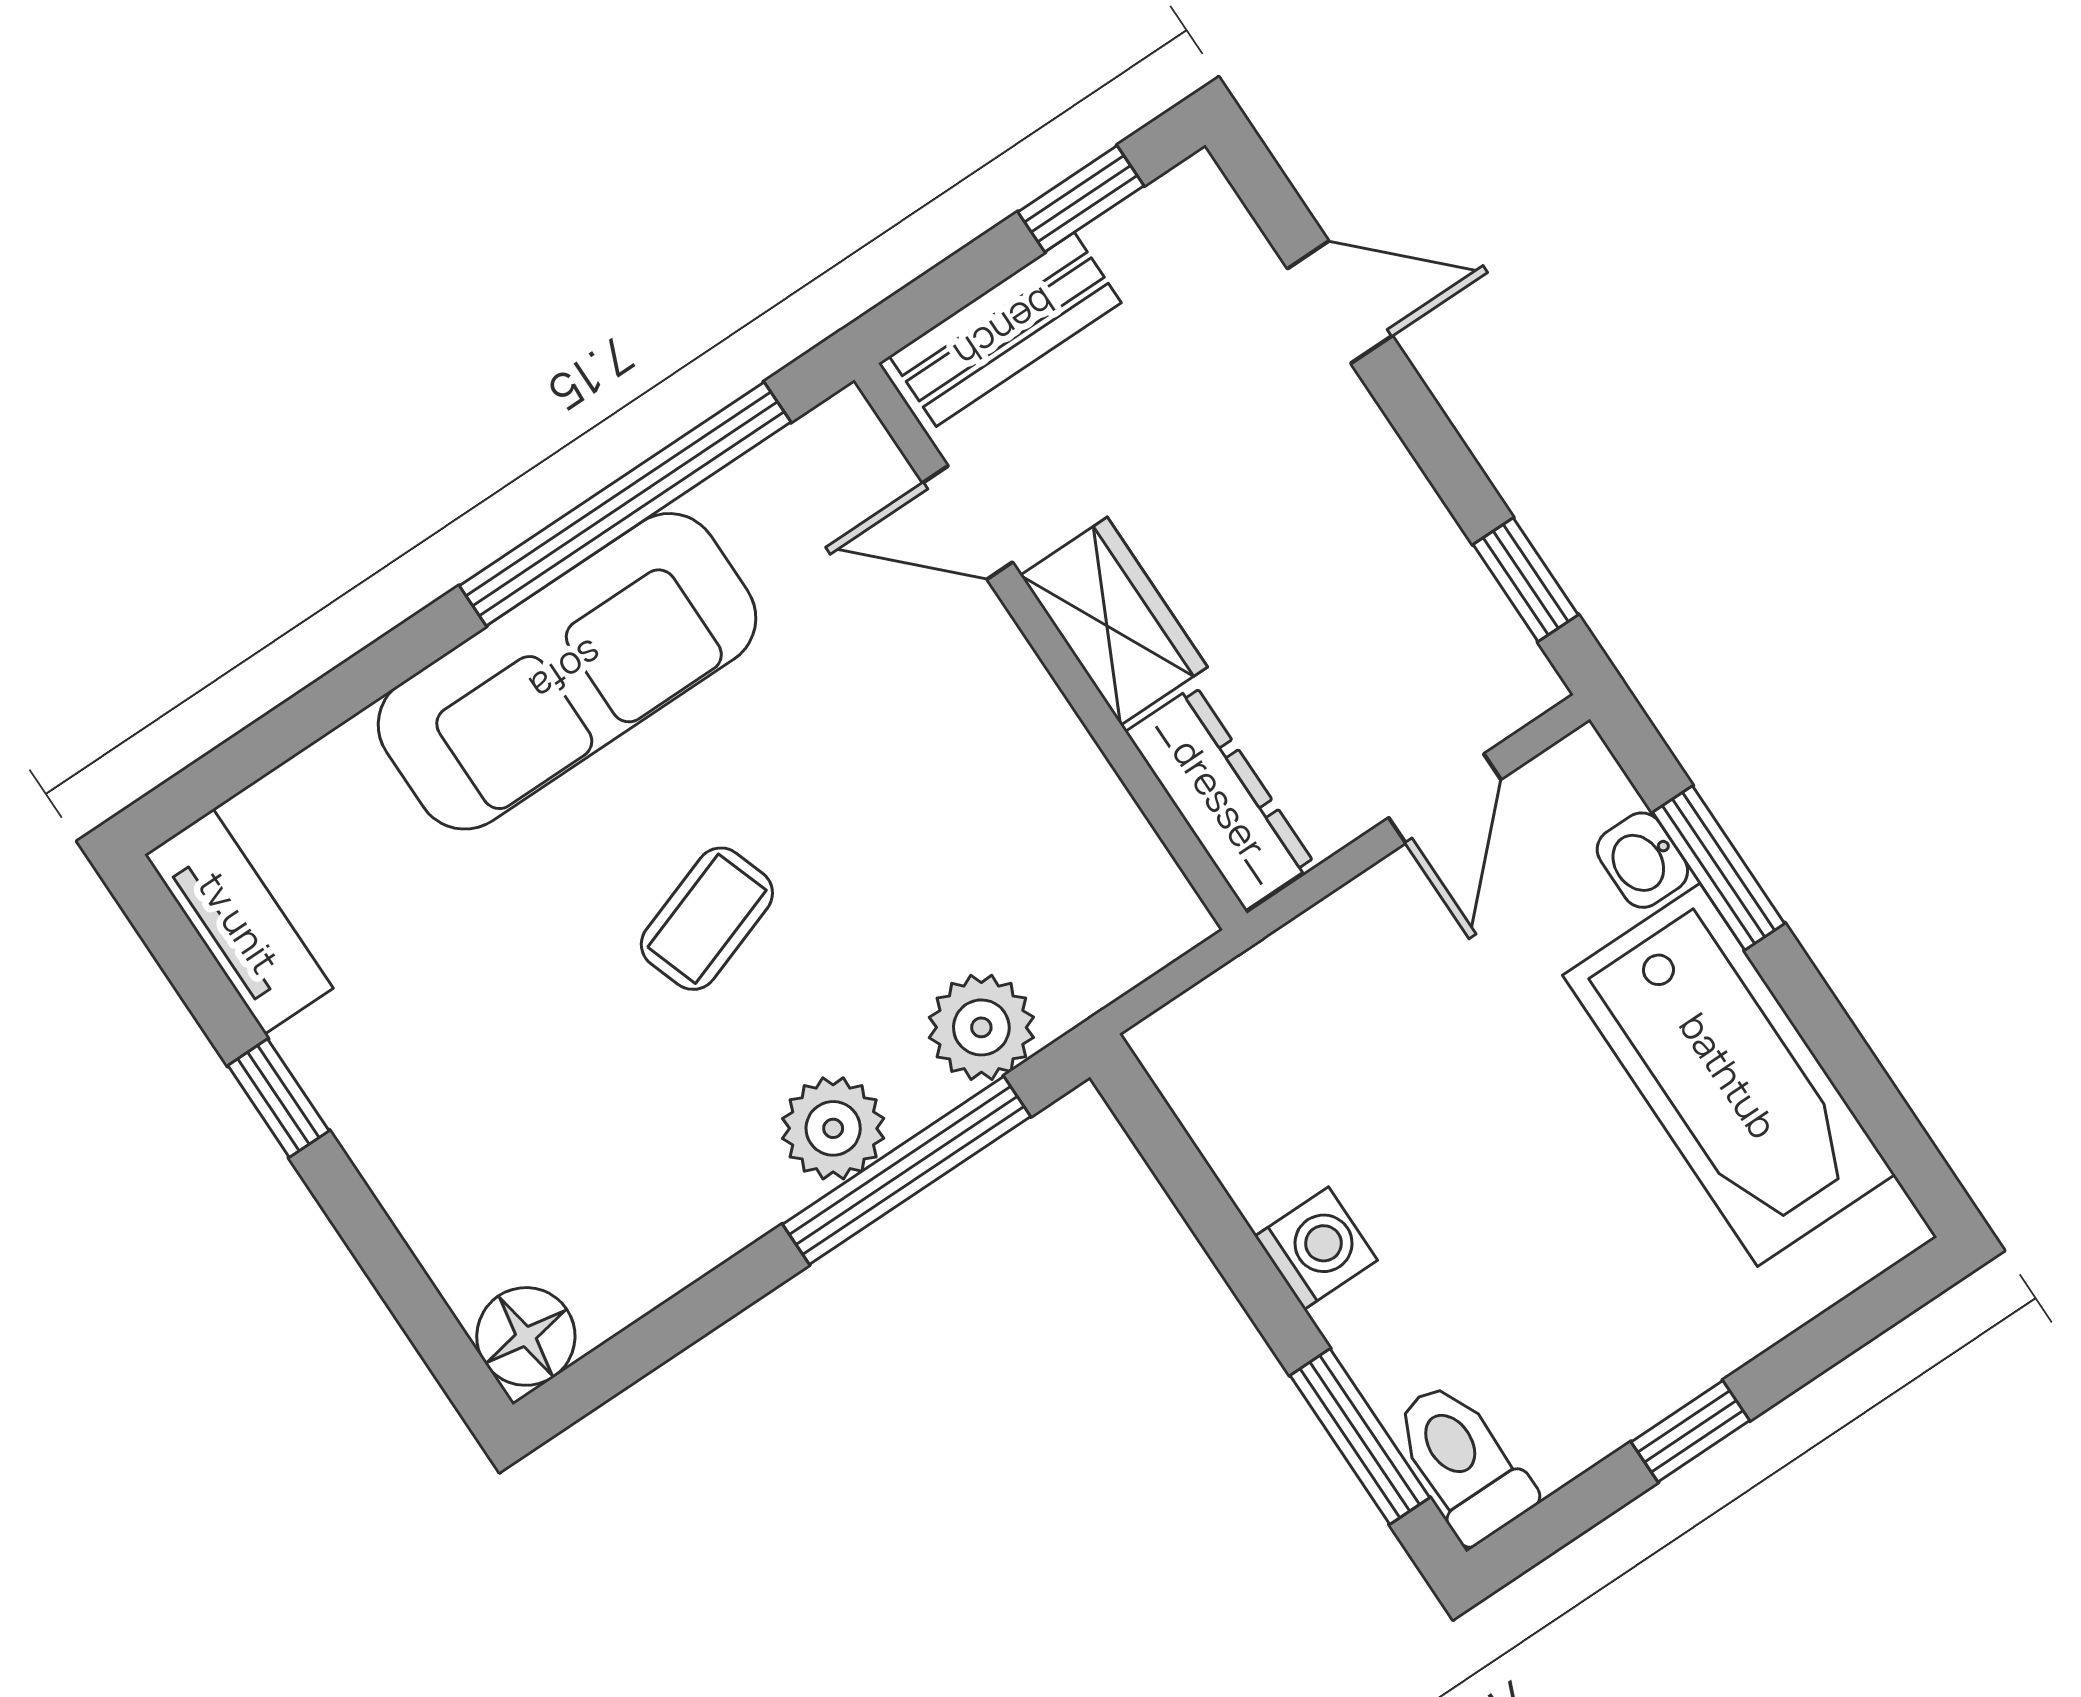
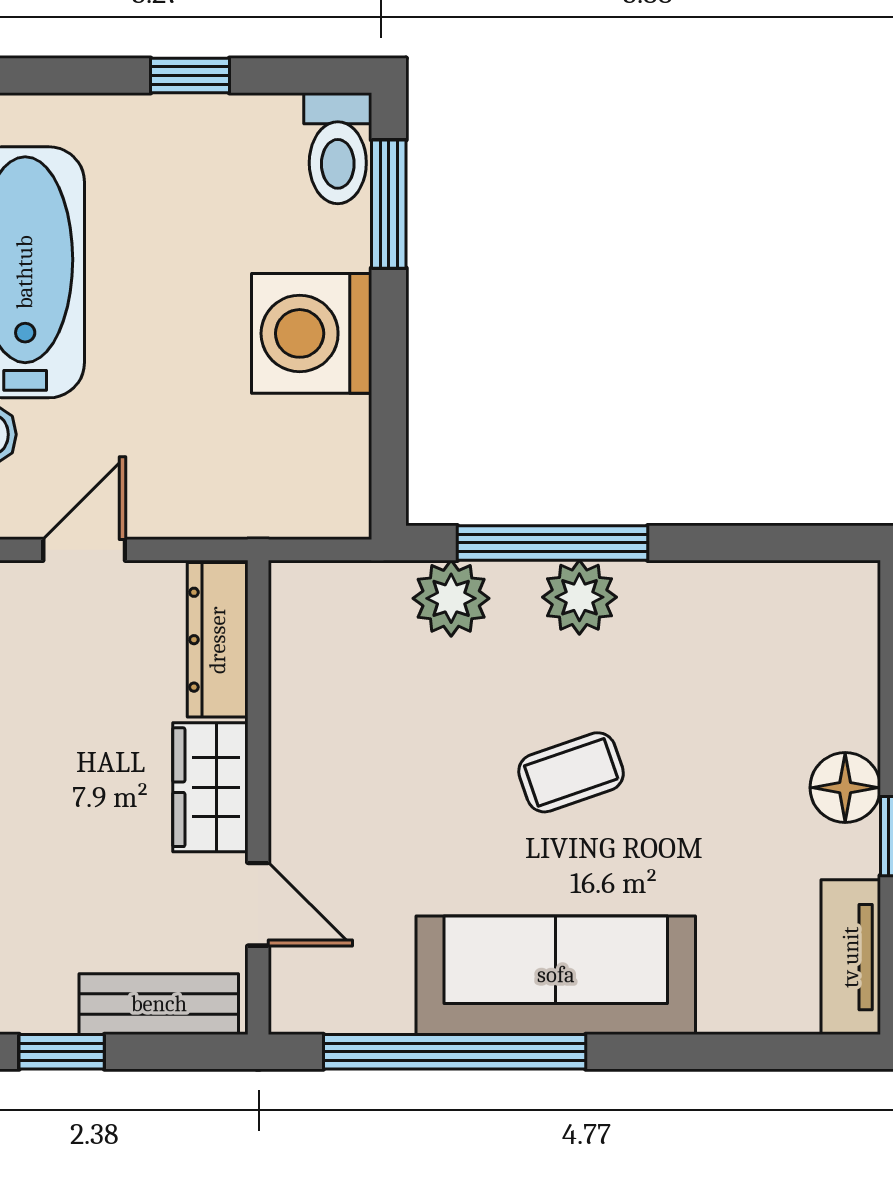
washing machine: (1316, 1248) -> (312, 333), width x1.89, depth x1.89
floor lamp: (526, 1336) -> (845, 788), moved

